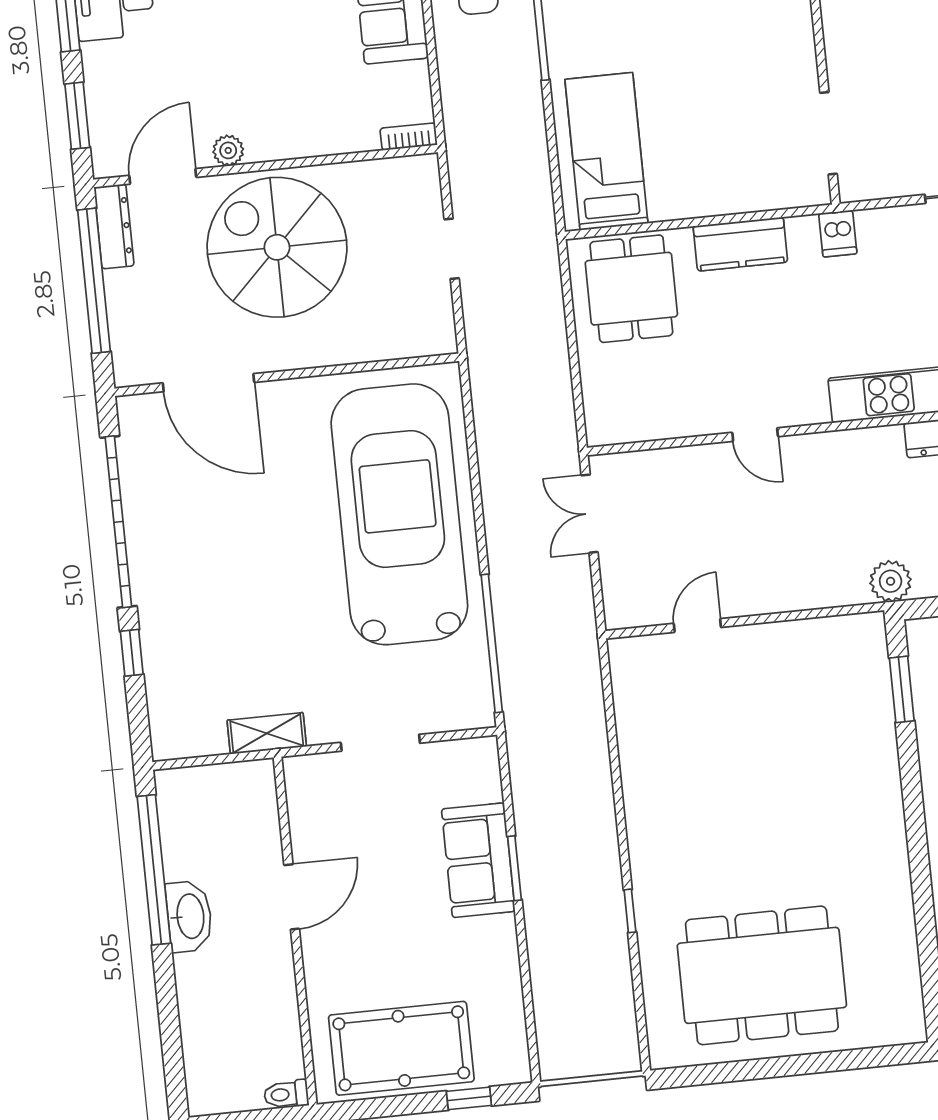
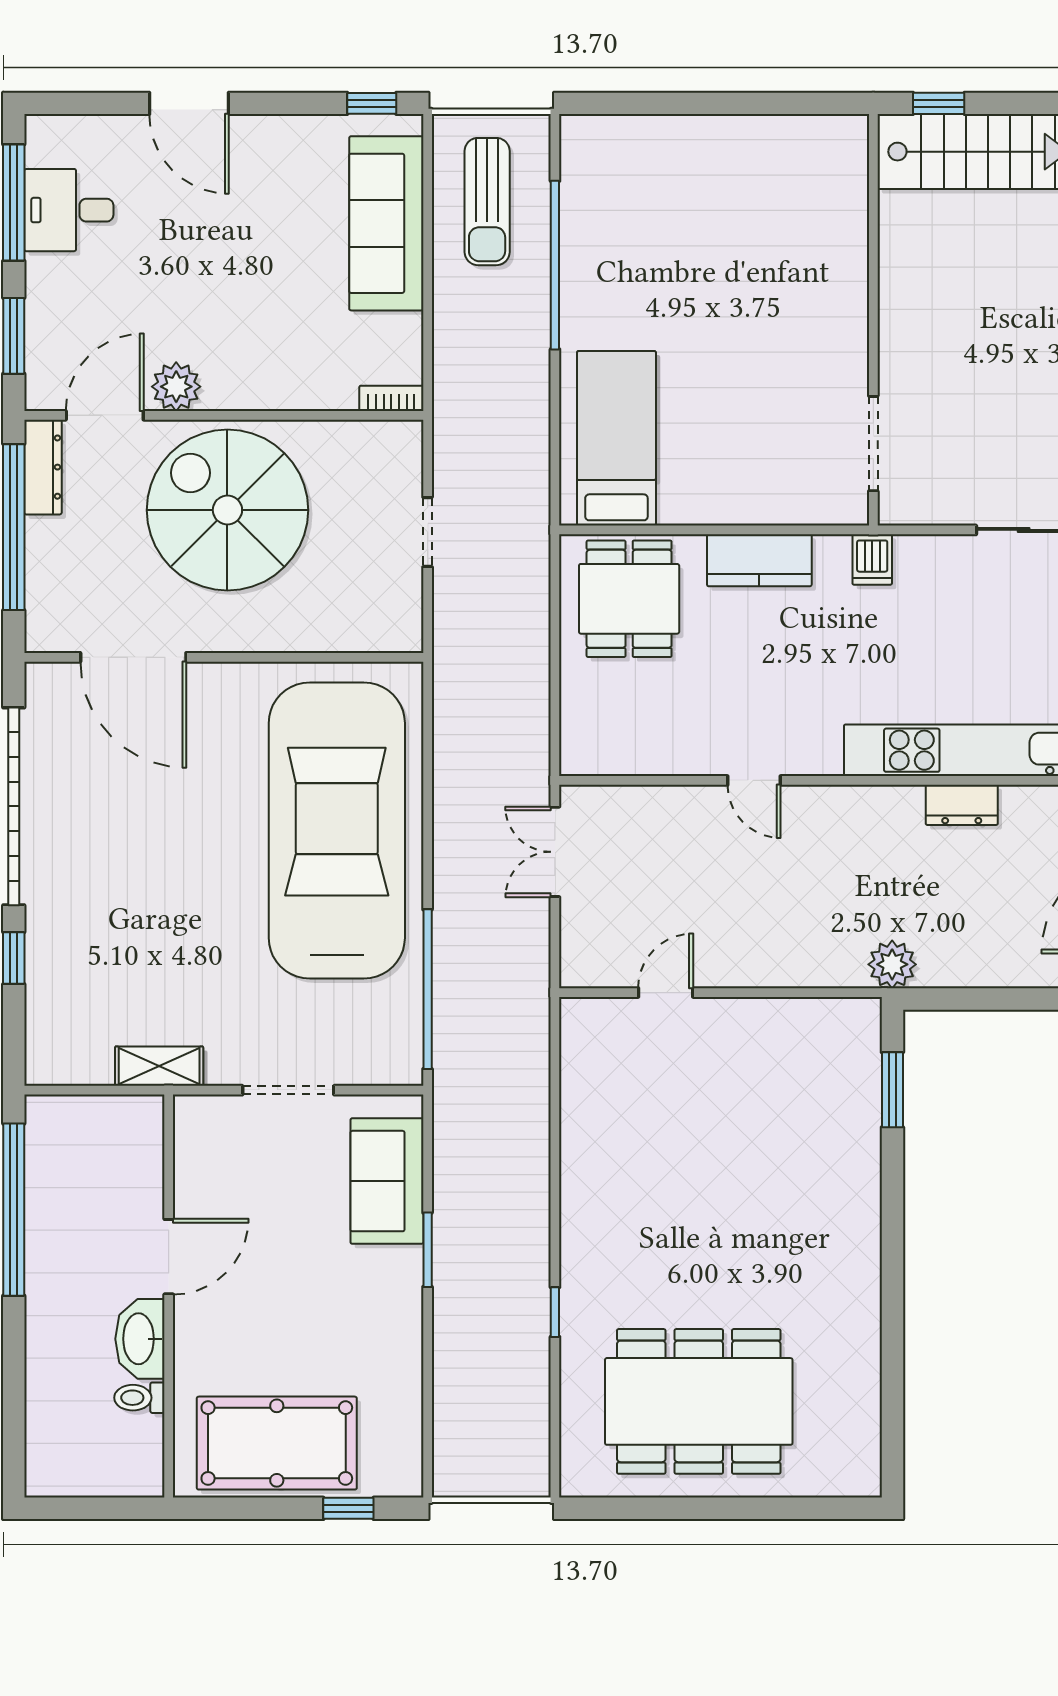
plant: (228, 150) -> (176, 387), width x1.38, depth x1.38
sofa: (478, 860) -> (387, 1181), moved
washbasin: (189, 916) -> (140, 1339), moved, turned 180
toilet: (286, 1094) -> (139, 1398), moved

